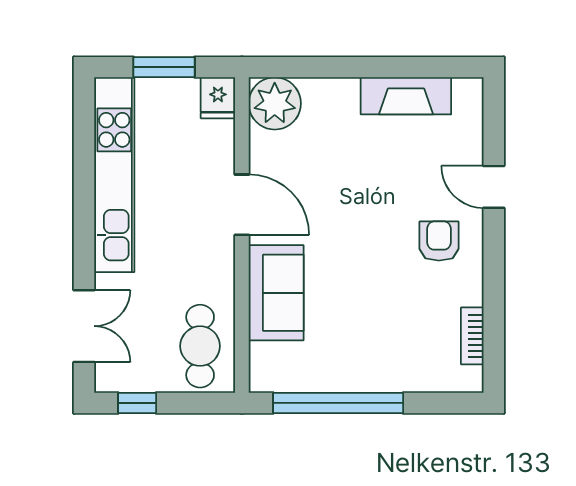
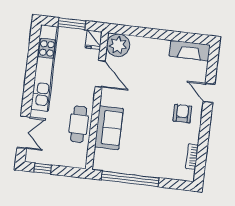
fireplace: (406, 96) -> (190, 50), moved
door: (242, 205) -> (100, 74), moved
cafe table: (200, 346) -> (79, 124), moved

